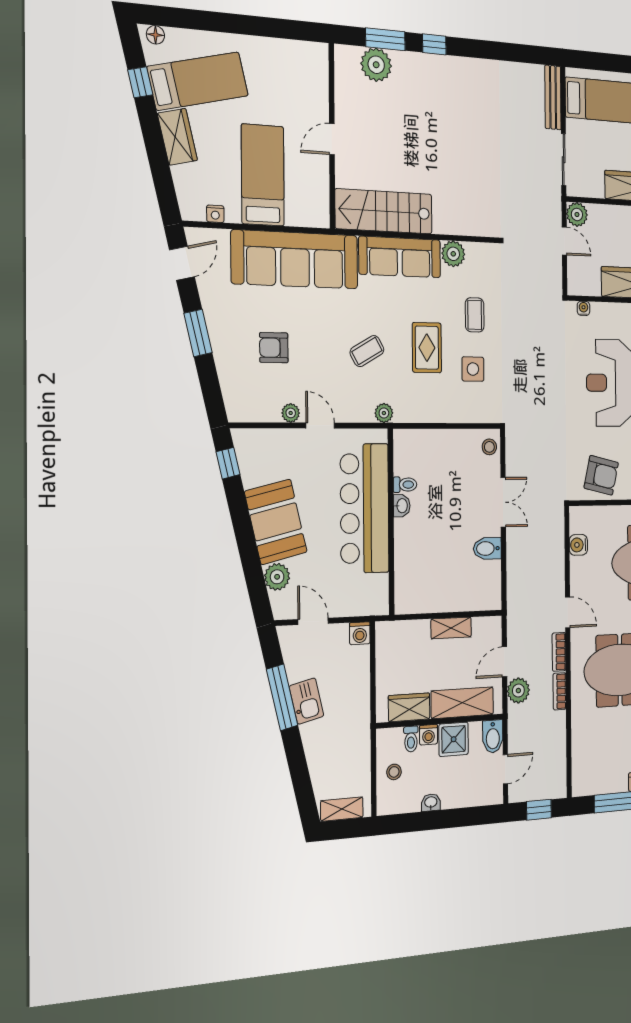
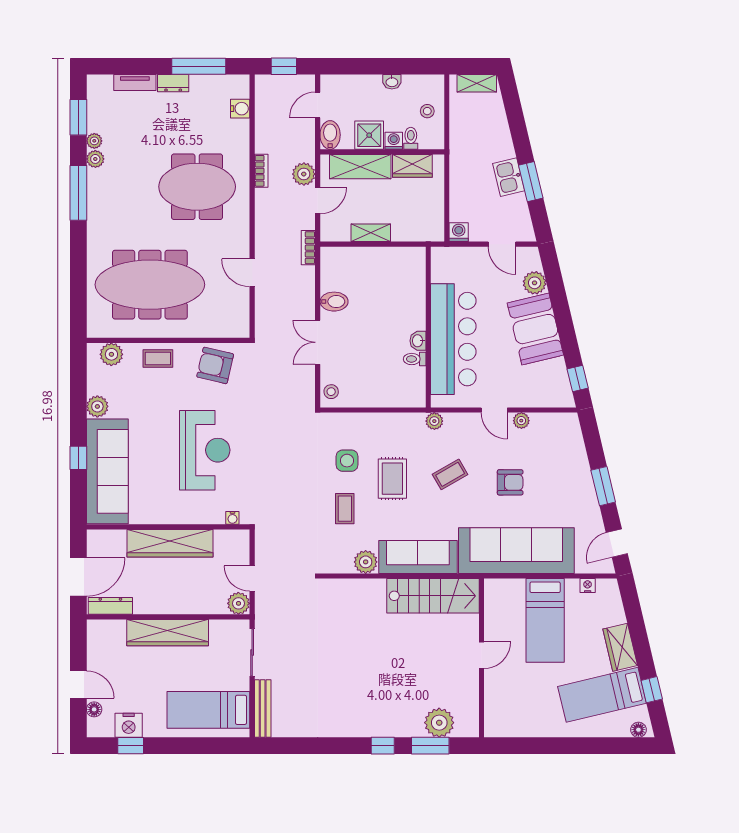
armchair: (274, 348) -> (510, 482), moved
water cooler: (578, 545) -> (240, 109), moved
door: (568, 612) -> (252, 273), moved
bookcase: (559, 652) -> (308, 248), moved, turned 180
window: (282, 697) -> (531, 182), width x0.69

